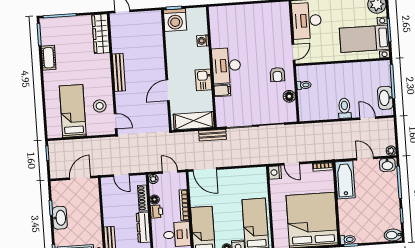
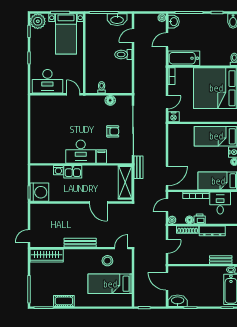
armchair: (277, 75) -> (113, 131), moved
kitchen sink: (203, 80) -> (73, 172), moved
washbasin: (60, 218) -> (178, 301), moved

